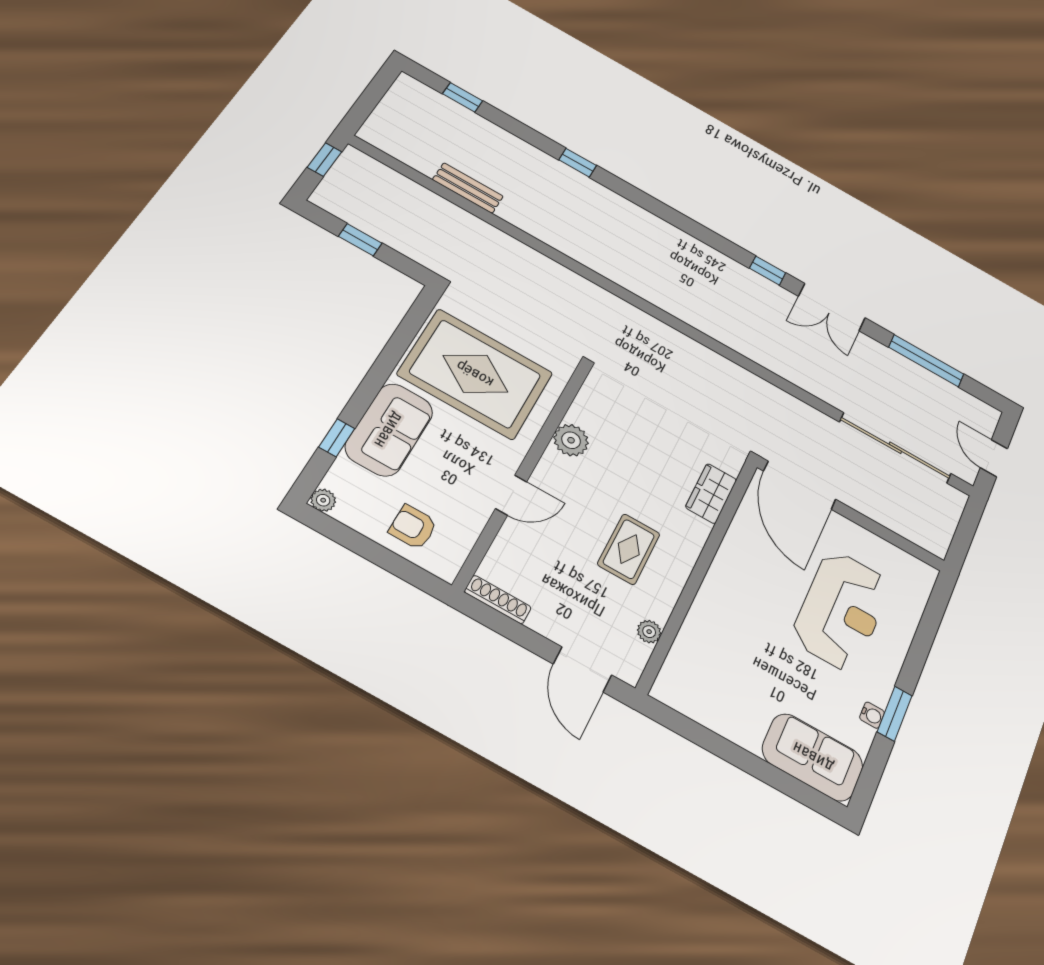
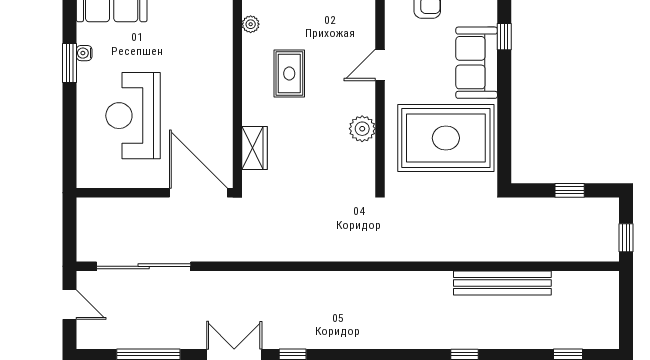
bench: (468, 188) -> (502, 283), width x1.86, depth x1.21

